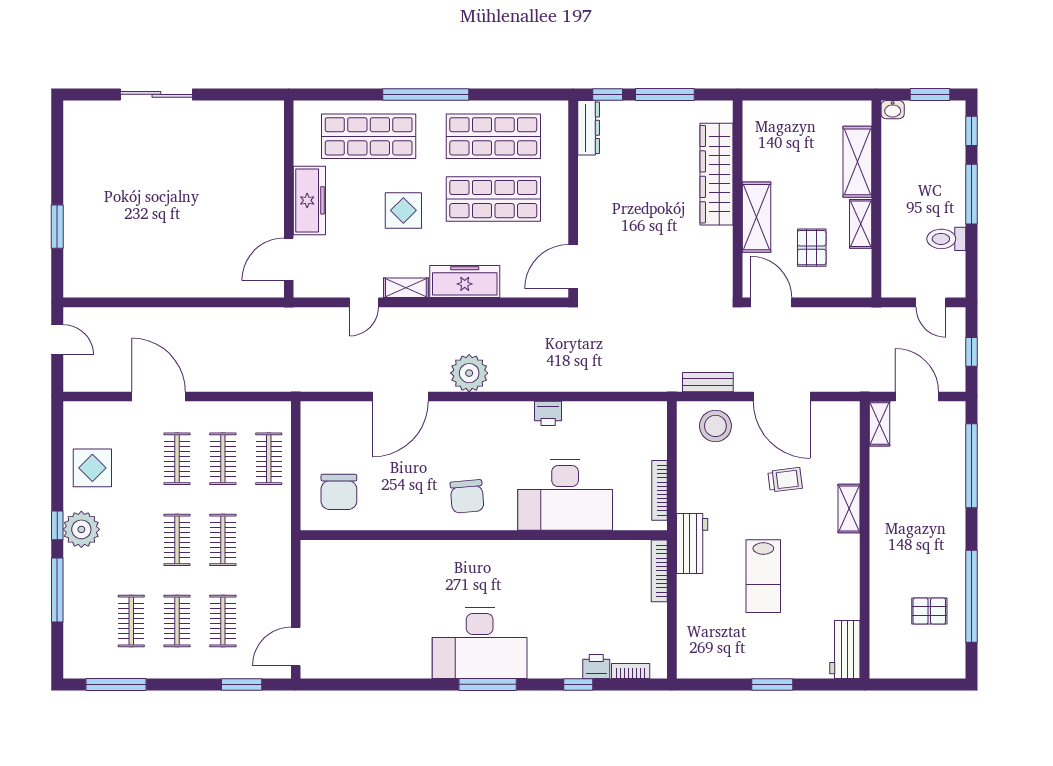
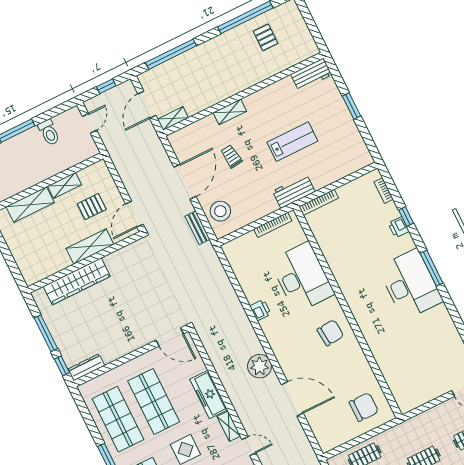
printer: (596, 666) -> (399, 227), moved

